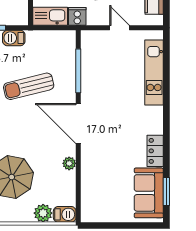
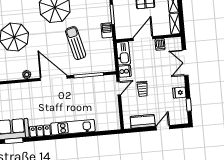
door: (119, 28) -> (119, 88), moved
kitchen unit: (154, 72) -> (73, 127), moved
door: (78, 124) -> (54, 78), hinge flipped

